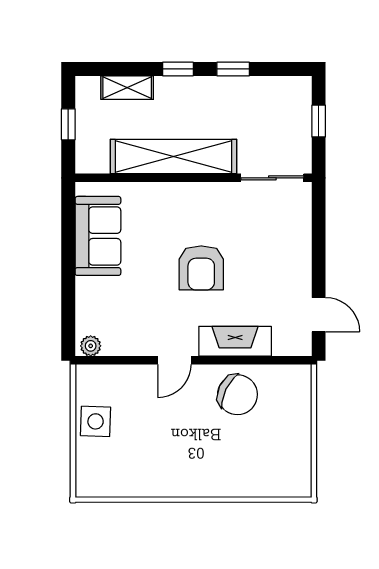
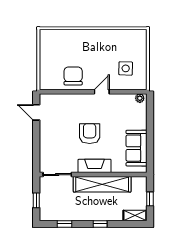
window: (233, 69) -> (65, 224), moved
shelving: (127, 88) -> (135, 216), moved
fireplace: (235, 341) -> (95, 166), moved, turned 180
chair: (237, 395) -> (73, 76), turned 64
side table: (96, 421) -> (126, 68), moved

